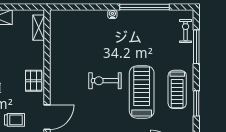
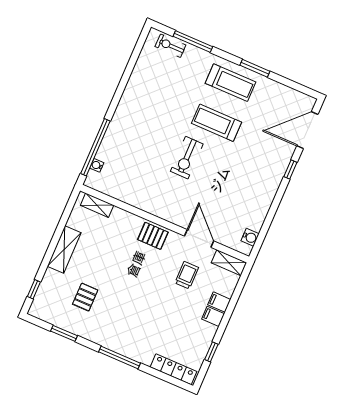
window: (144, 7) -> (95, 147), moved
water cooler: (112, 14) -> (97, 165), moved
treadmill: (142, 92) -> (217, 123), width x0.73, depth x0.73

